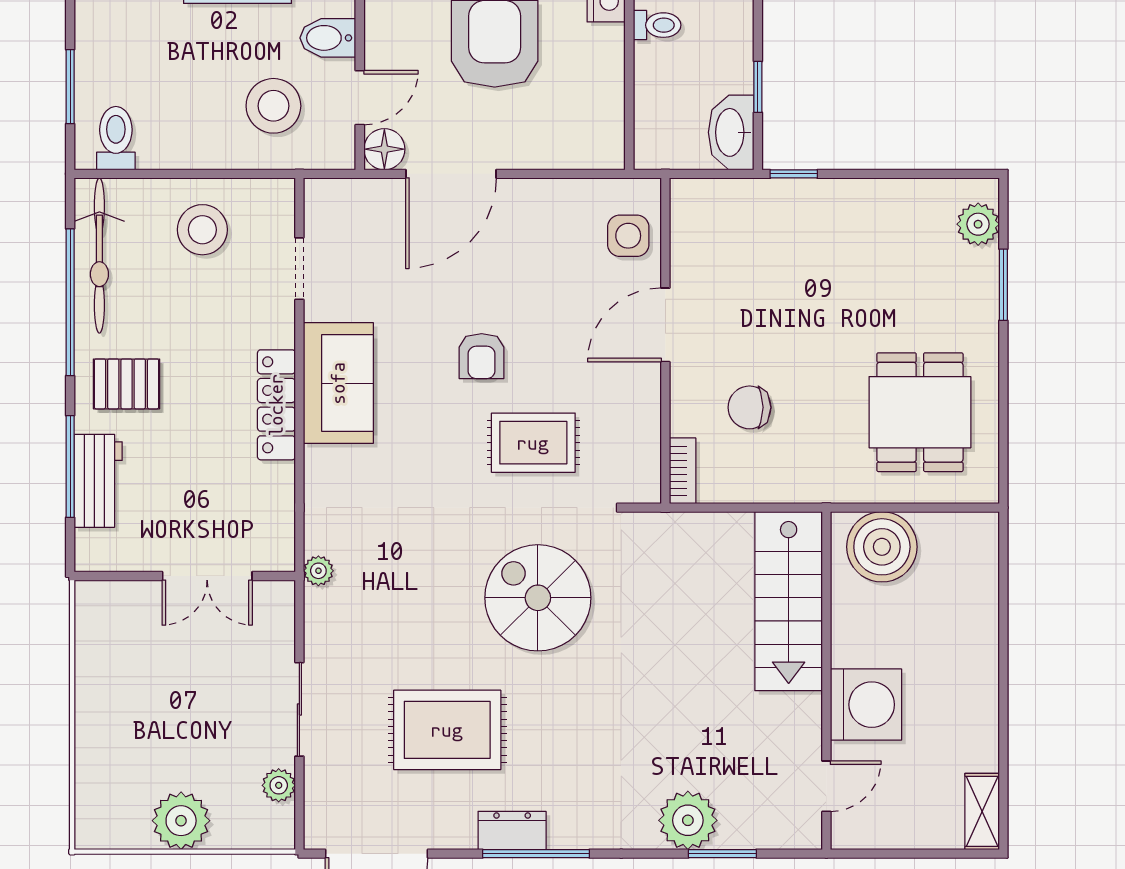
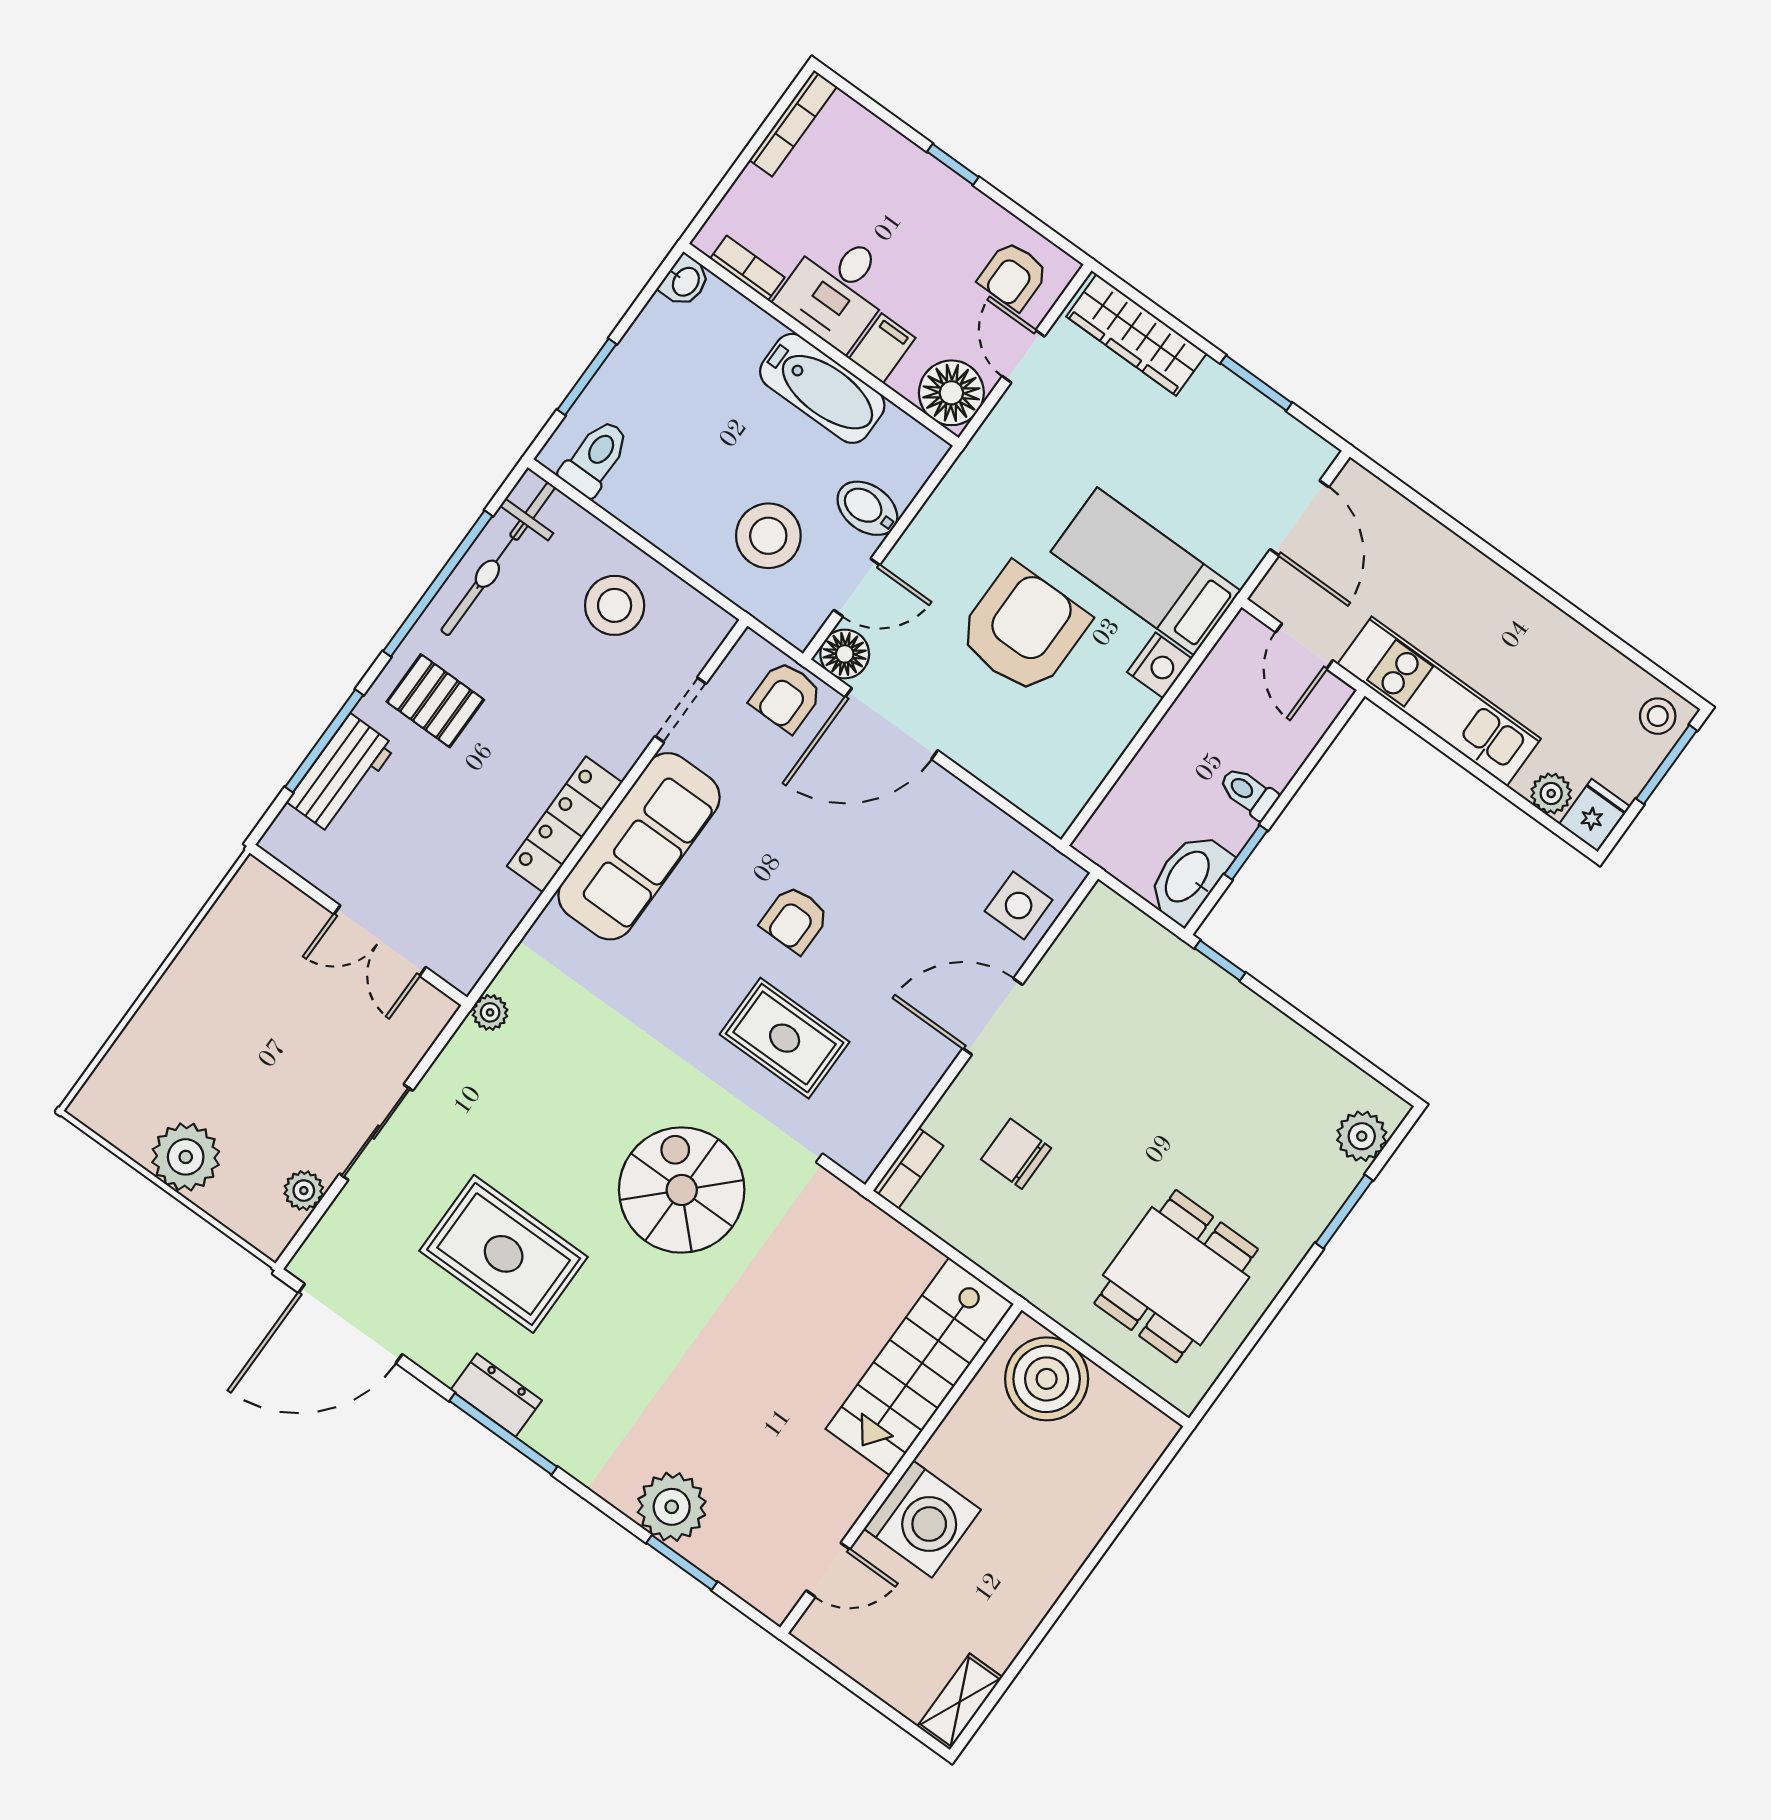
toilet: (657, 25) -> (1248, 793), moved, turned 180
armchair: (365, 207) -> (786, 697), added
sofa: (338, 383) -> (639, 846), width x1.36

